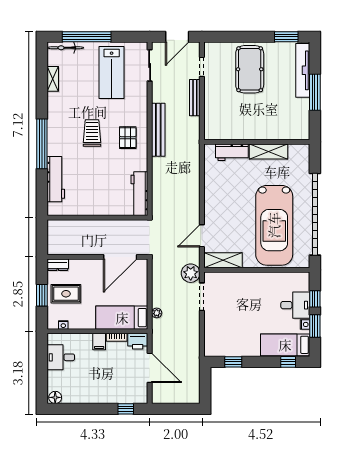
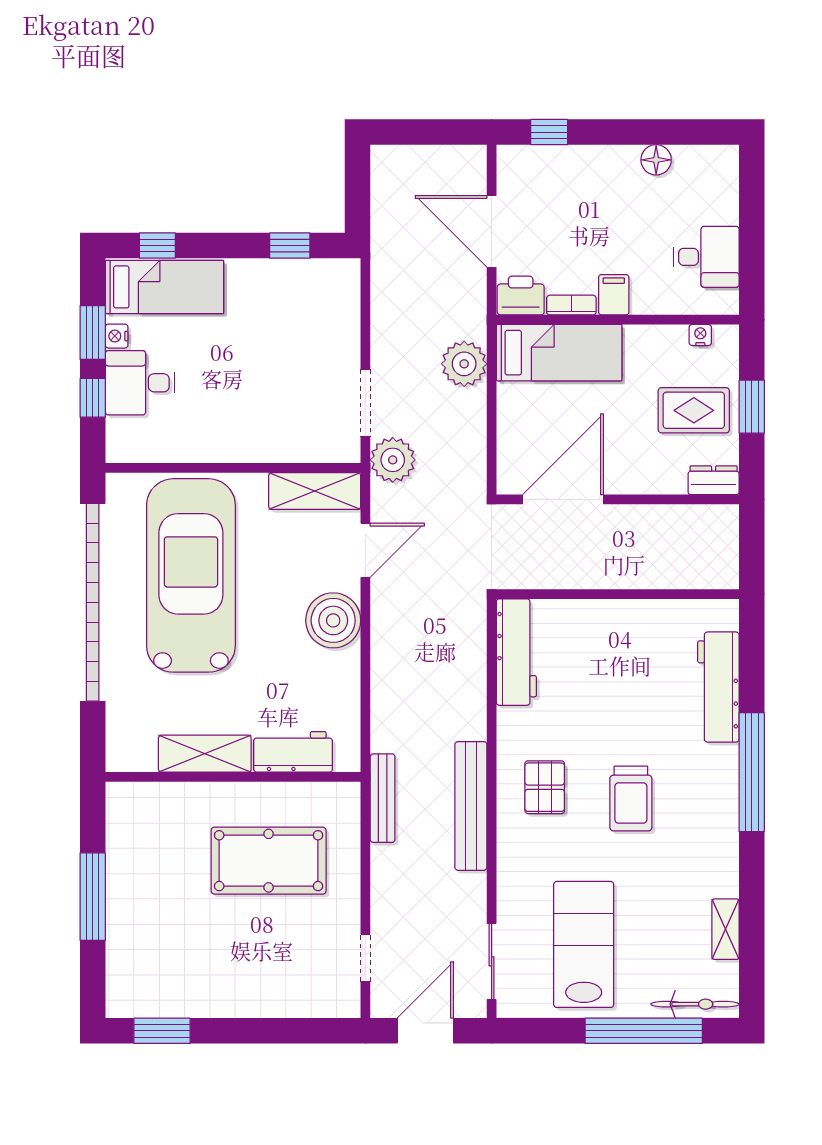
pool table: (250, 69) -> (269, 861), moved, turned 90
tv unit: (303, 70) -> (122, 950), removed
bench: (195, 98) -> (383, 798), moved
boiler: (215, 207) -> (333, 620), added
plant: (157, 313) -> (464, 364), width x1.88, depth x1.88
floor lamp: (55, 397) -> (656, 160), moved

